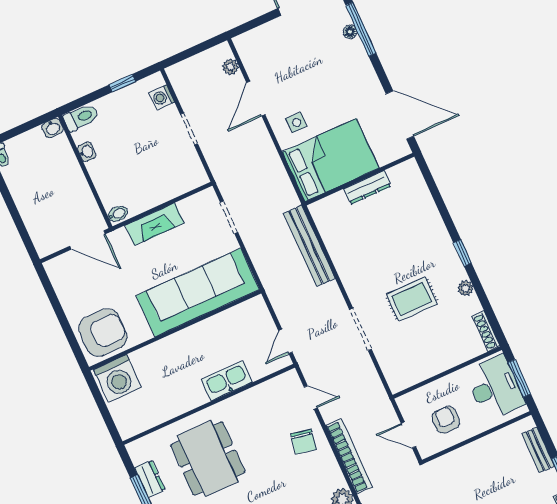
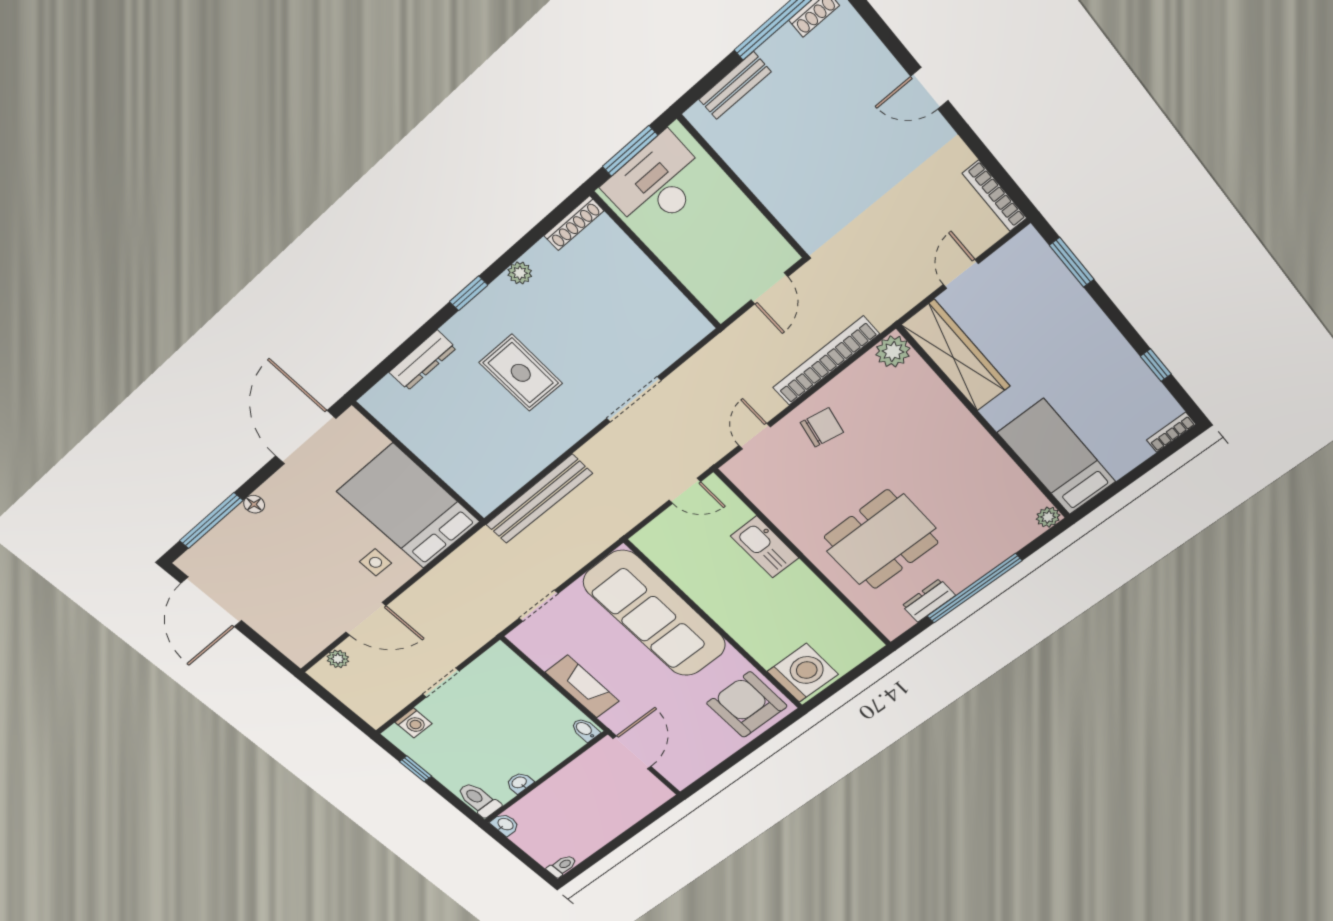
floor lamp: (350, 32) -> (254, 504), moved
dresser: (367, 188) -> (423, 360), moved, turned 90
rug: (412, 299) -> (521, 373), moved
armchair: (446, 420) -> (730, 241), removed

